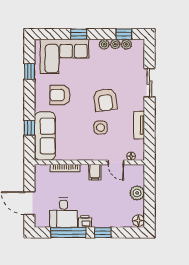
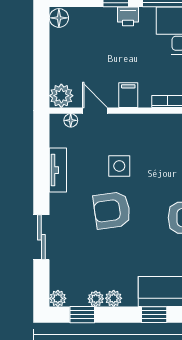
plant: (127, 44) -> (58, 298), moved
armchair: (105, 100) -> (112, 210), turned -90
plant: (137, 193) -> (61, 96), moved
printer: (85, 222) -> (128, 16), moved

